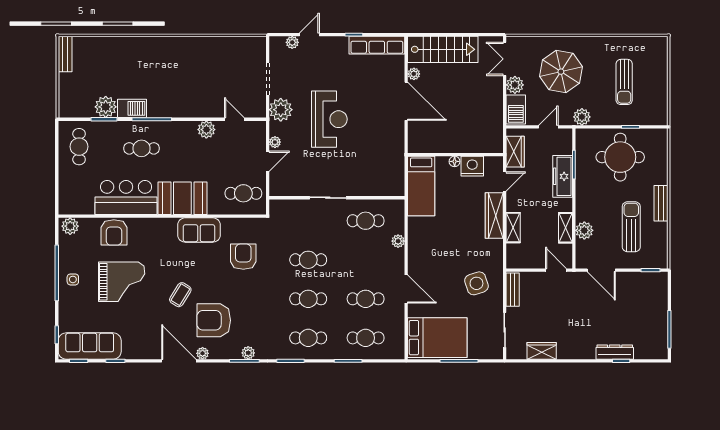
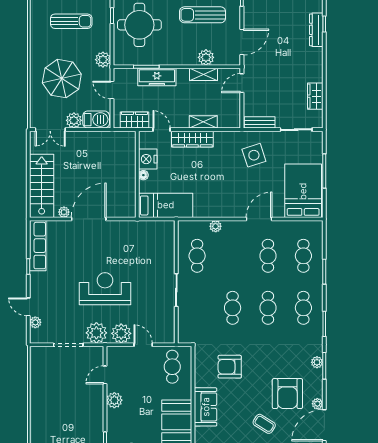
plant: (275, 142) -> (121, 333), width x1.88, depth x1.88

